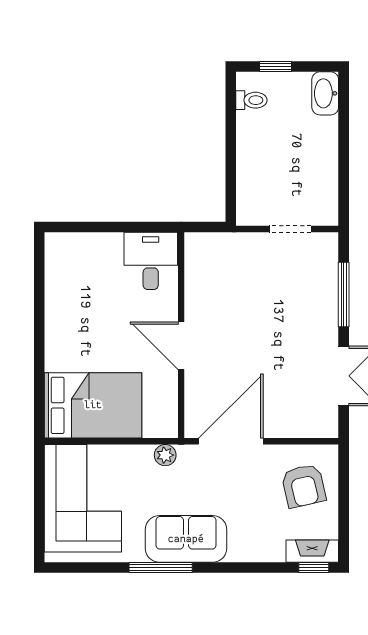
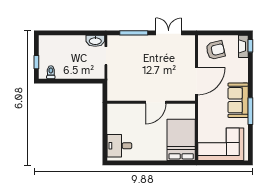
washbasin: (325, 93) -> (95, 41), moved
desk: (151, 261) -> (119, 146), moved
door: (231, 441) -> (196, 81), swing flipped
plant: (165, 455) -> (202, 109), removed

